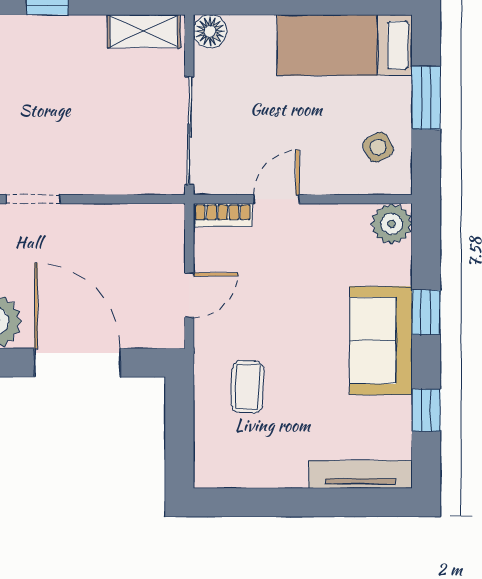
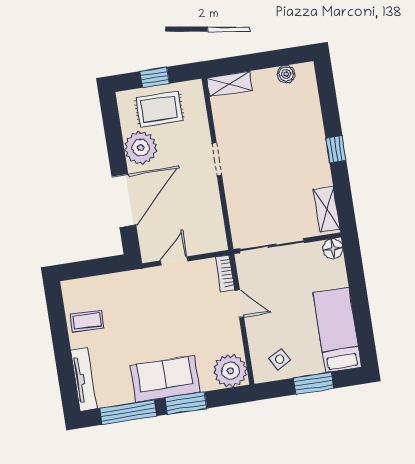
plant: (392, 224) -> (230, 371), width x1.36, depth x1.36
door: (189, 295) -> (174, 261), swing flipped
window: (426, 312) -> (186, 403), width x1.50
coffee table: (247, 387) -> (87, 321), moved
window: (426, 410) -> (128, 412), width x2.17

